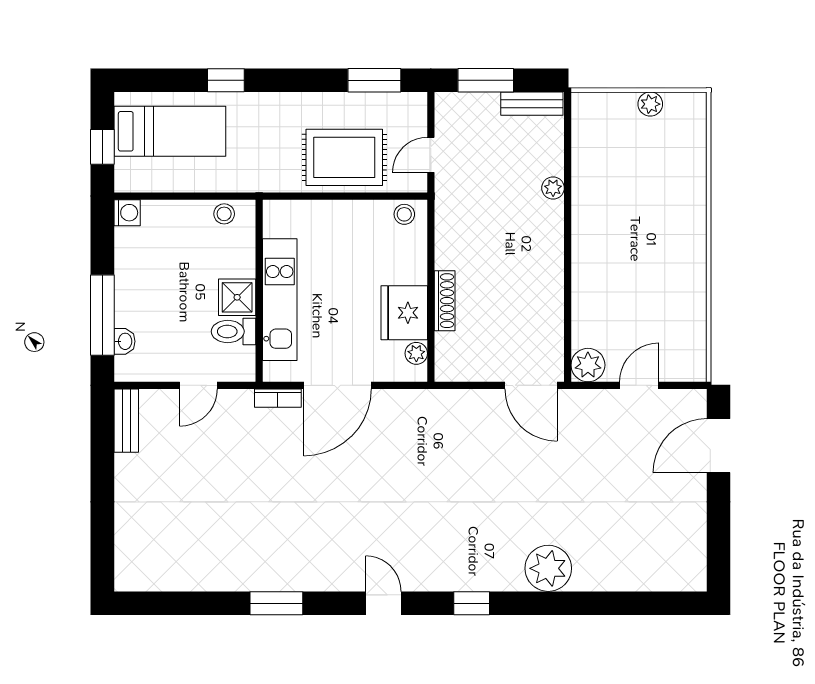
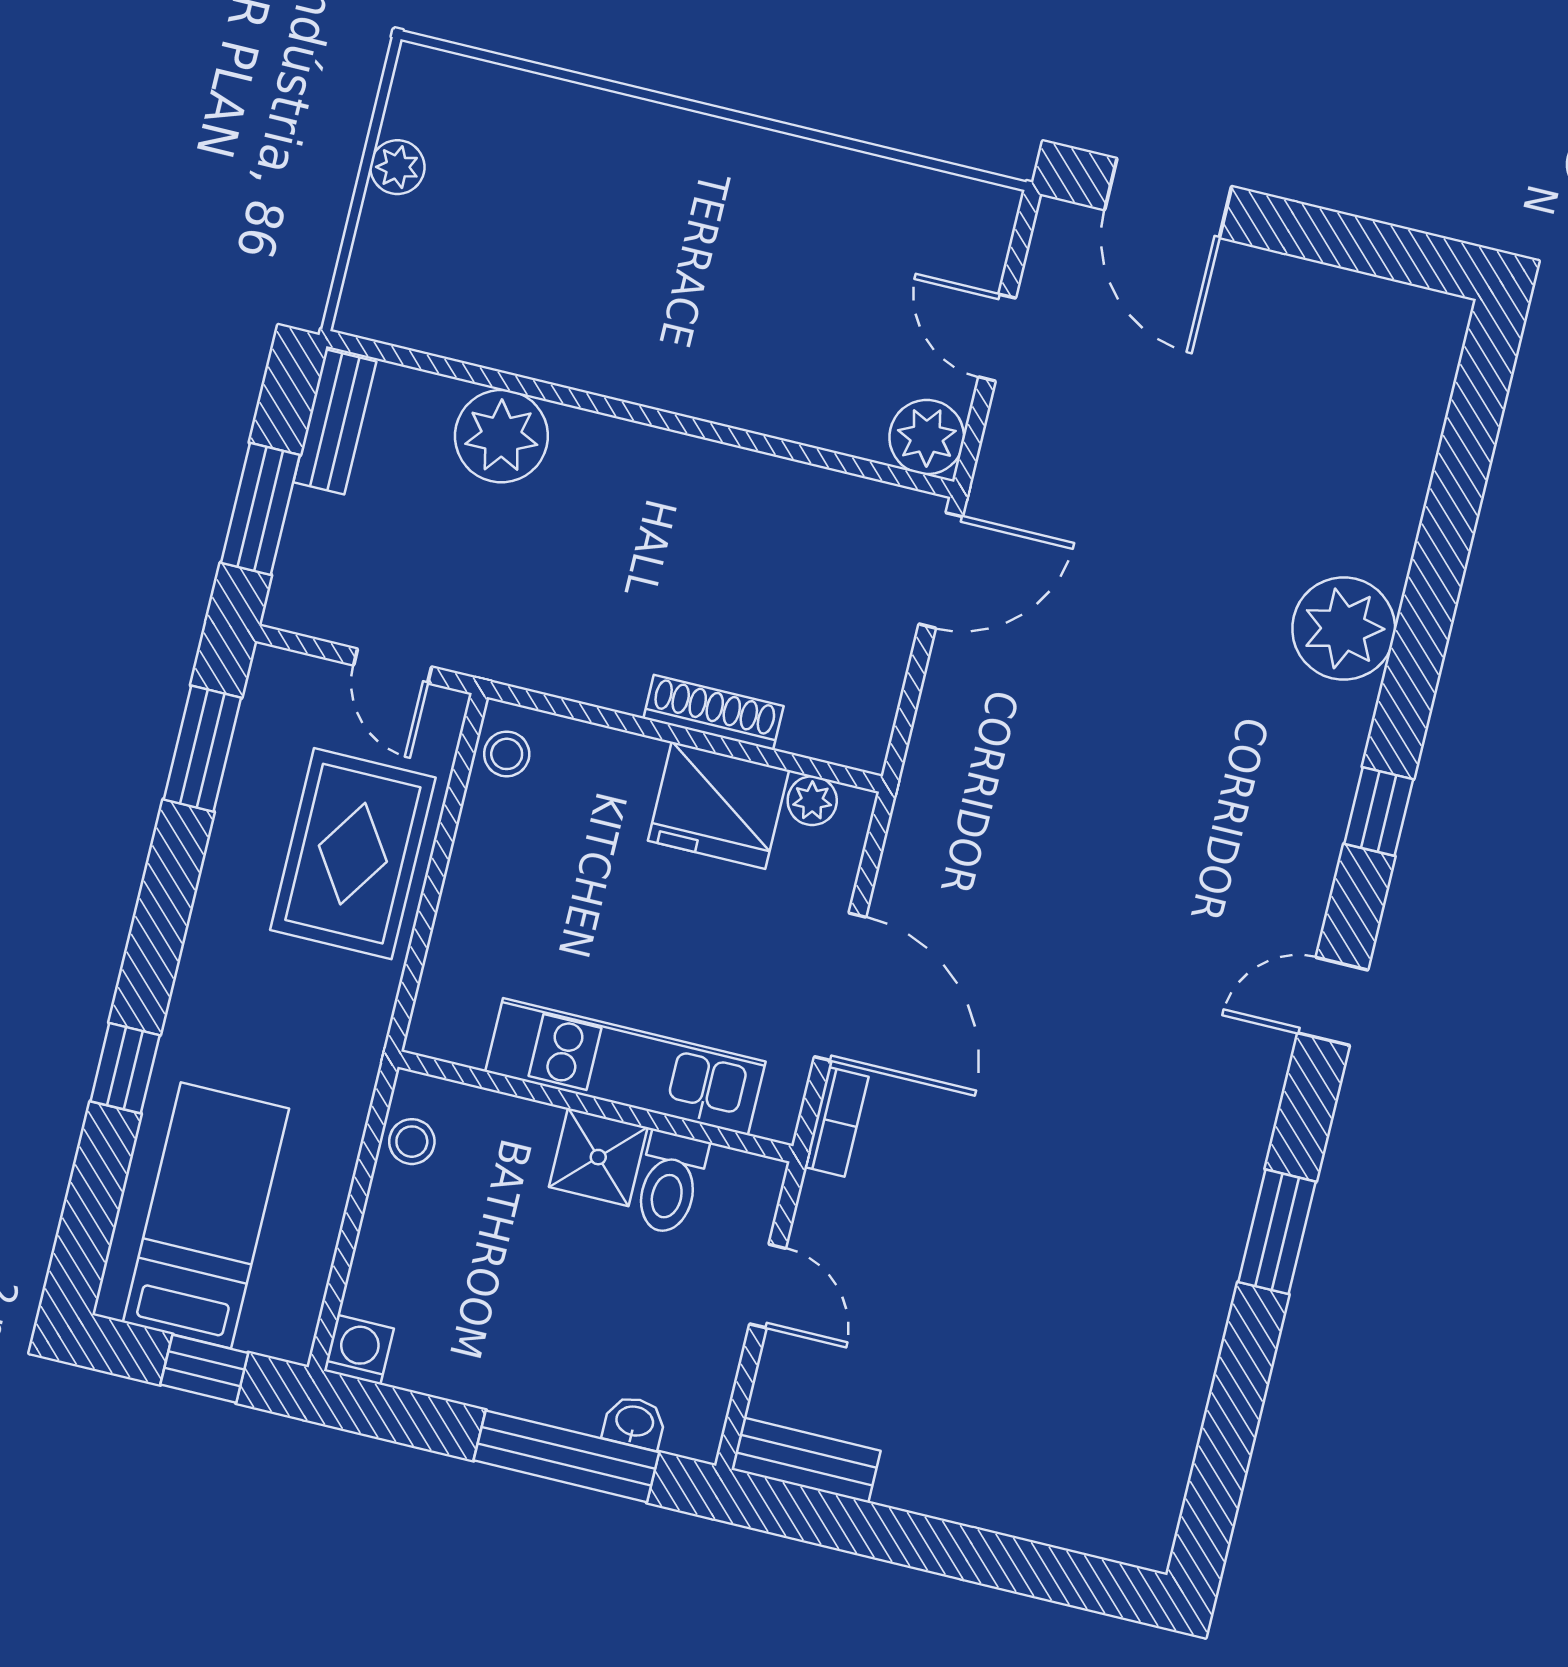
plant: (553, 188) -> (501, 436), width x1.88, depth x1.88

